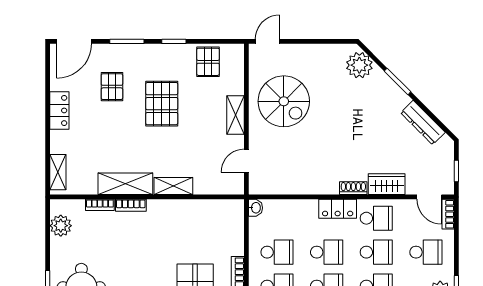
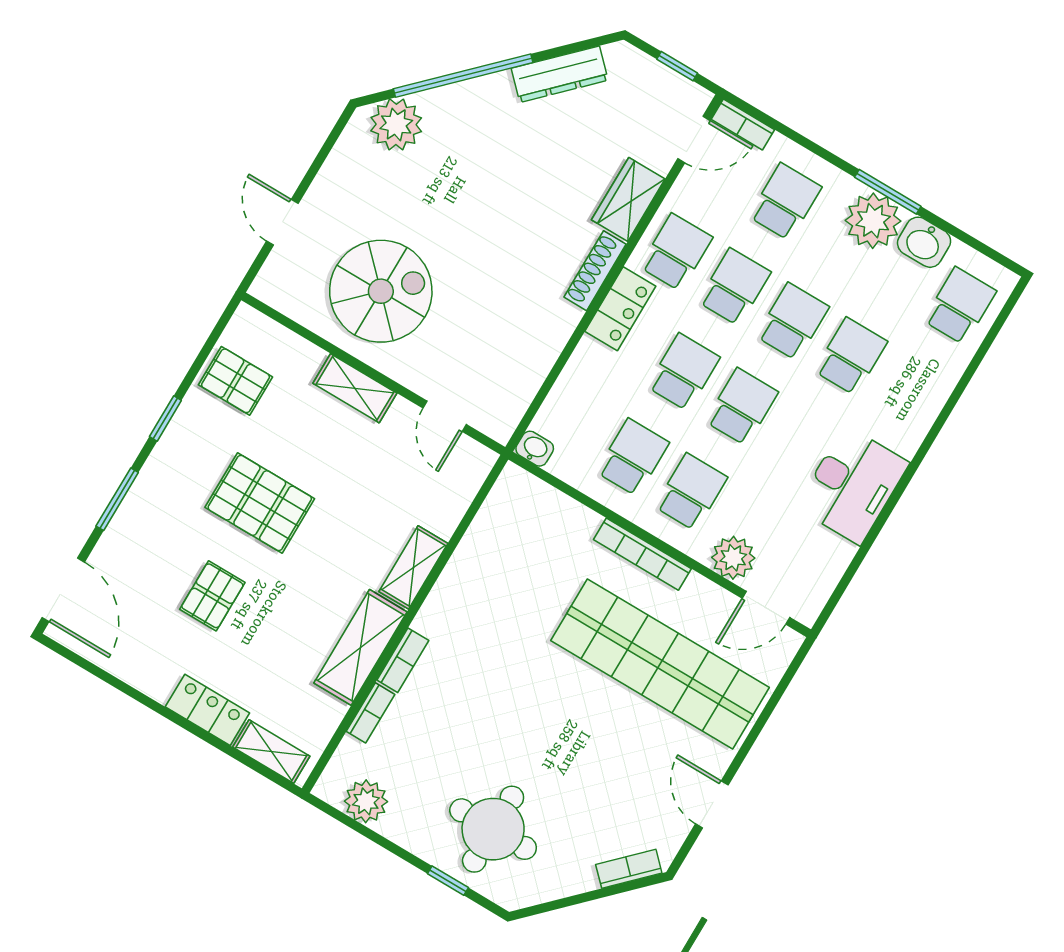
door: (268, 41) -> (282, 222), moved
window: (398, 81) -> (463, 76), width x2.11
pallet: (112, 87) -> (212, 596), moved, turned 90
locker: (59, 110) -> (207, 710), moved
shoe rack: (353, 188) -> (595, 271), width x1.43

